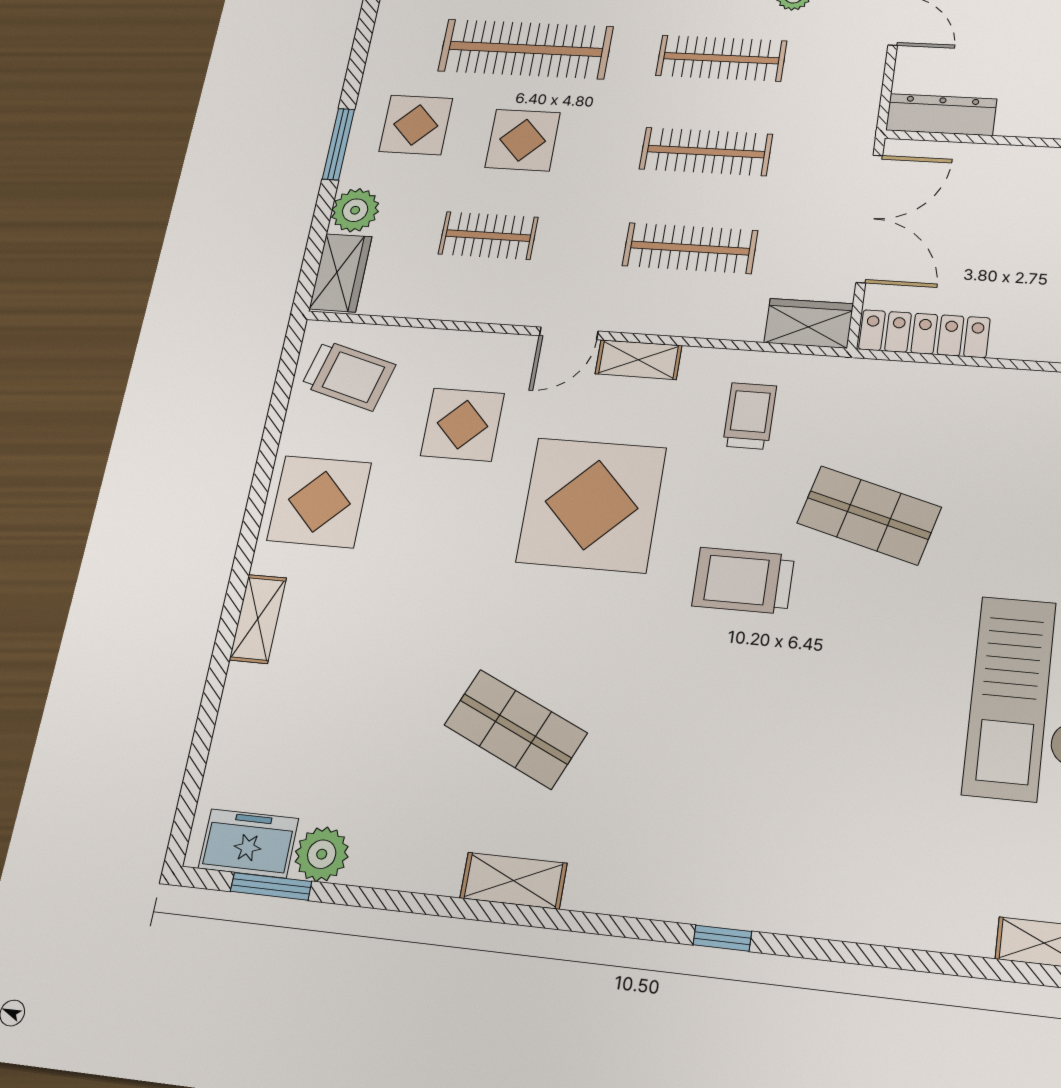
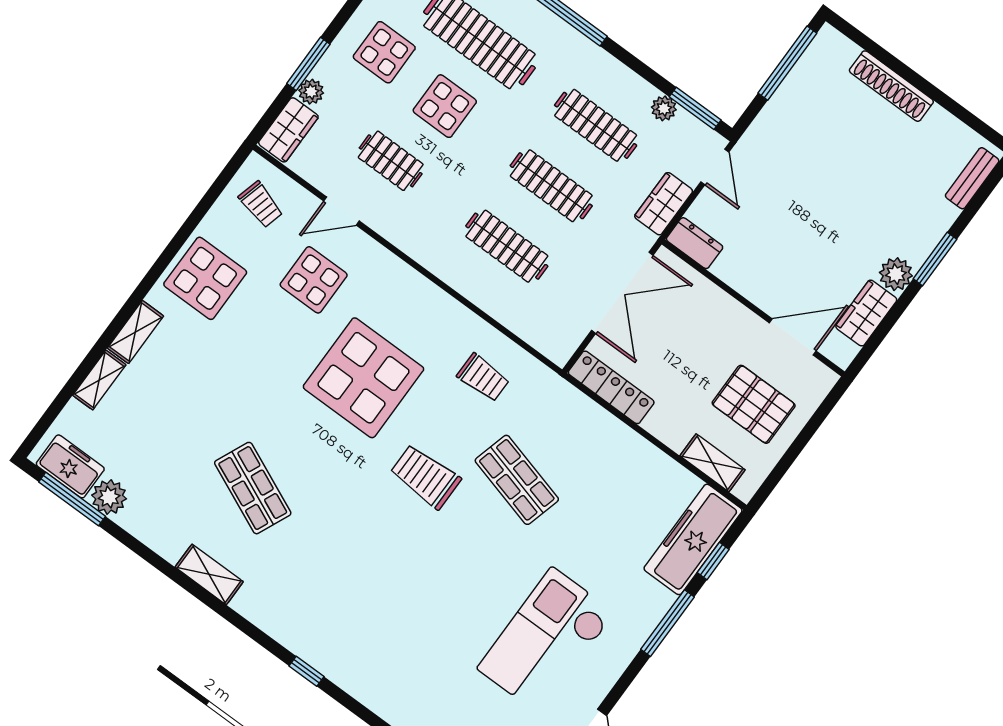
dresser: (941, 115) -> (695, 243), width x0.70
window: (338, 144) -> (308, 64), moved
plant: (355, 210) -> (311, 92), width x0.73, depth x0.73
wardrobe: (809, 323) -> (664, 204), moved, turned -90
door: (569, 333) -> (342, 211), moved
shelving: (638, 360) -> (99, 380), moved, turned 90
trolley: (348, 375) -> (261, 204), width x0.73, depth x0.72
trolley: (750, 416) -> (483, 378), turned 90
window: (271, 886) -> (72, 499), width x1.44

